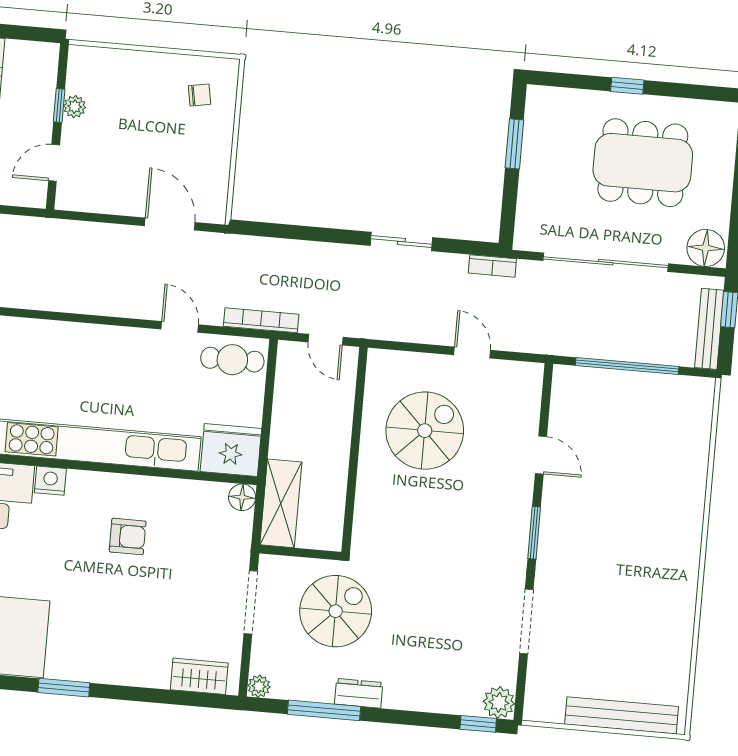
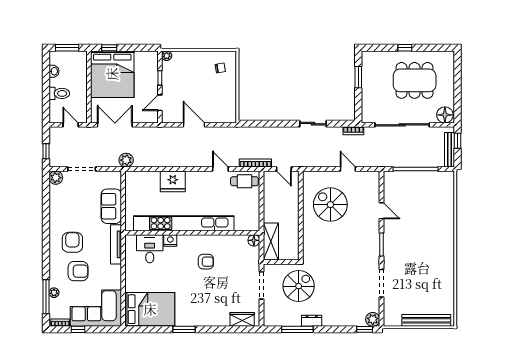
plant: (75, 107) -> (167, 56), moved
door: (170, 224) -> (194, 125), moved
spiral stairs: (425, 431) -> (330, 205), turned -90
fridge: (231, 450) -> (173, 181), moved, turned 180
plant: (259, 686) -> (268, 321), removed

